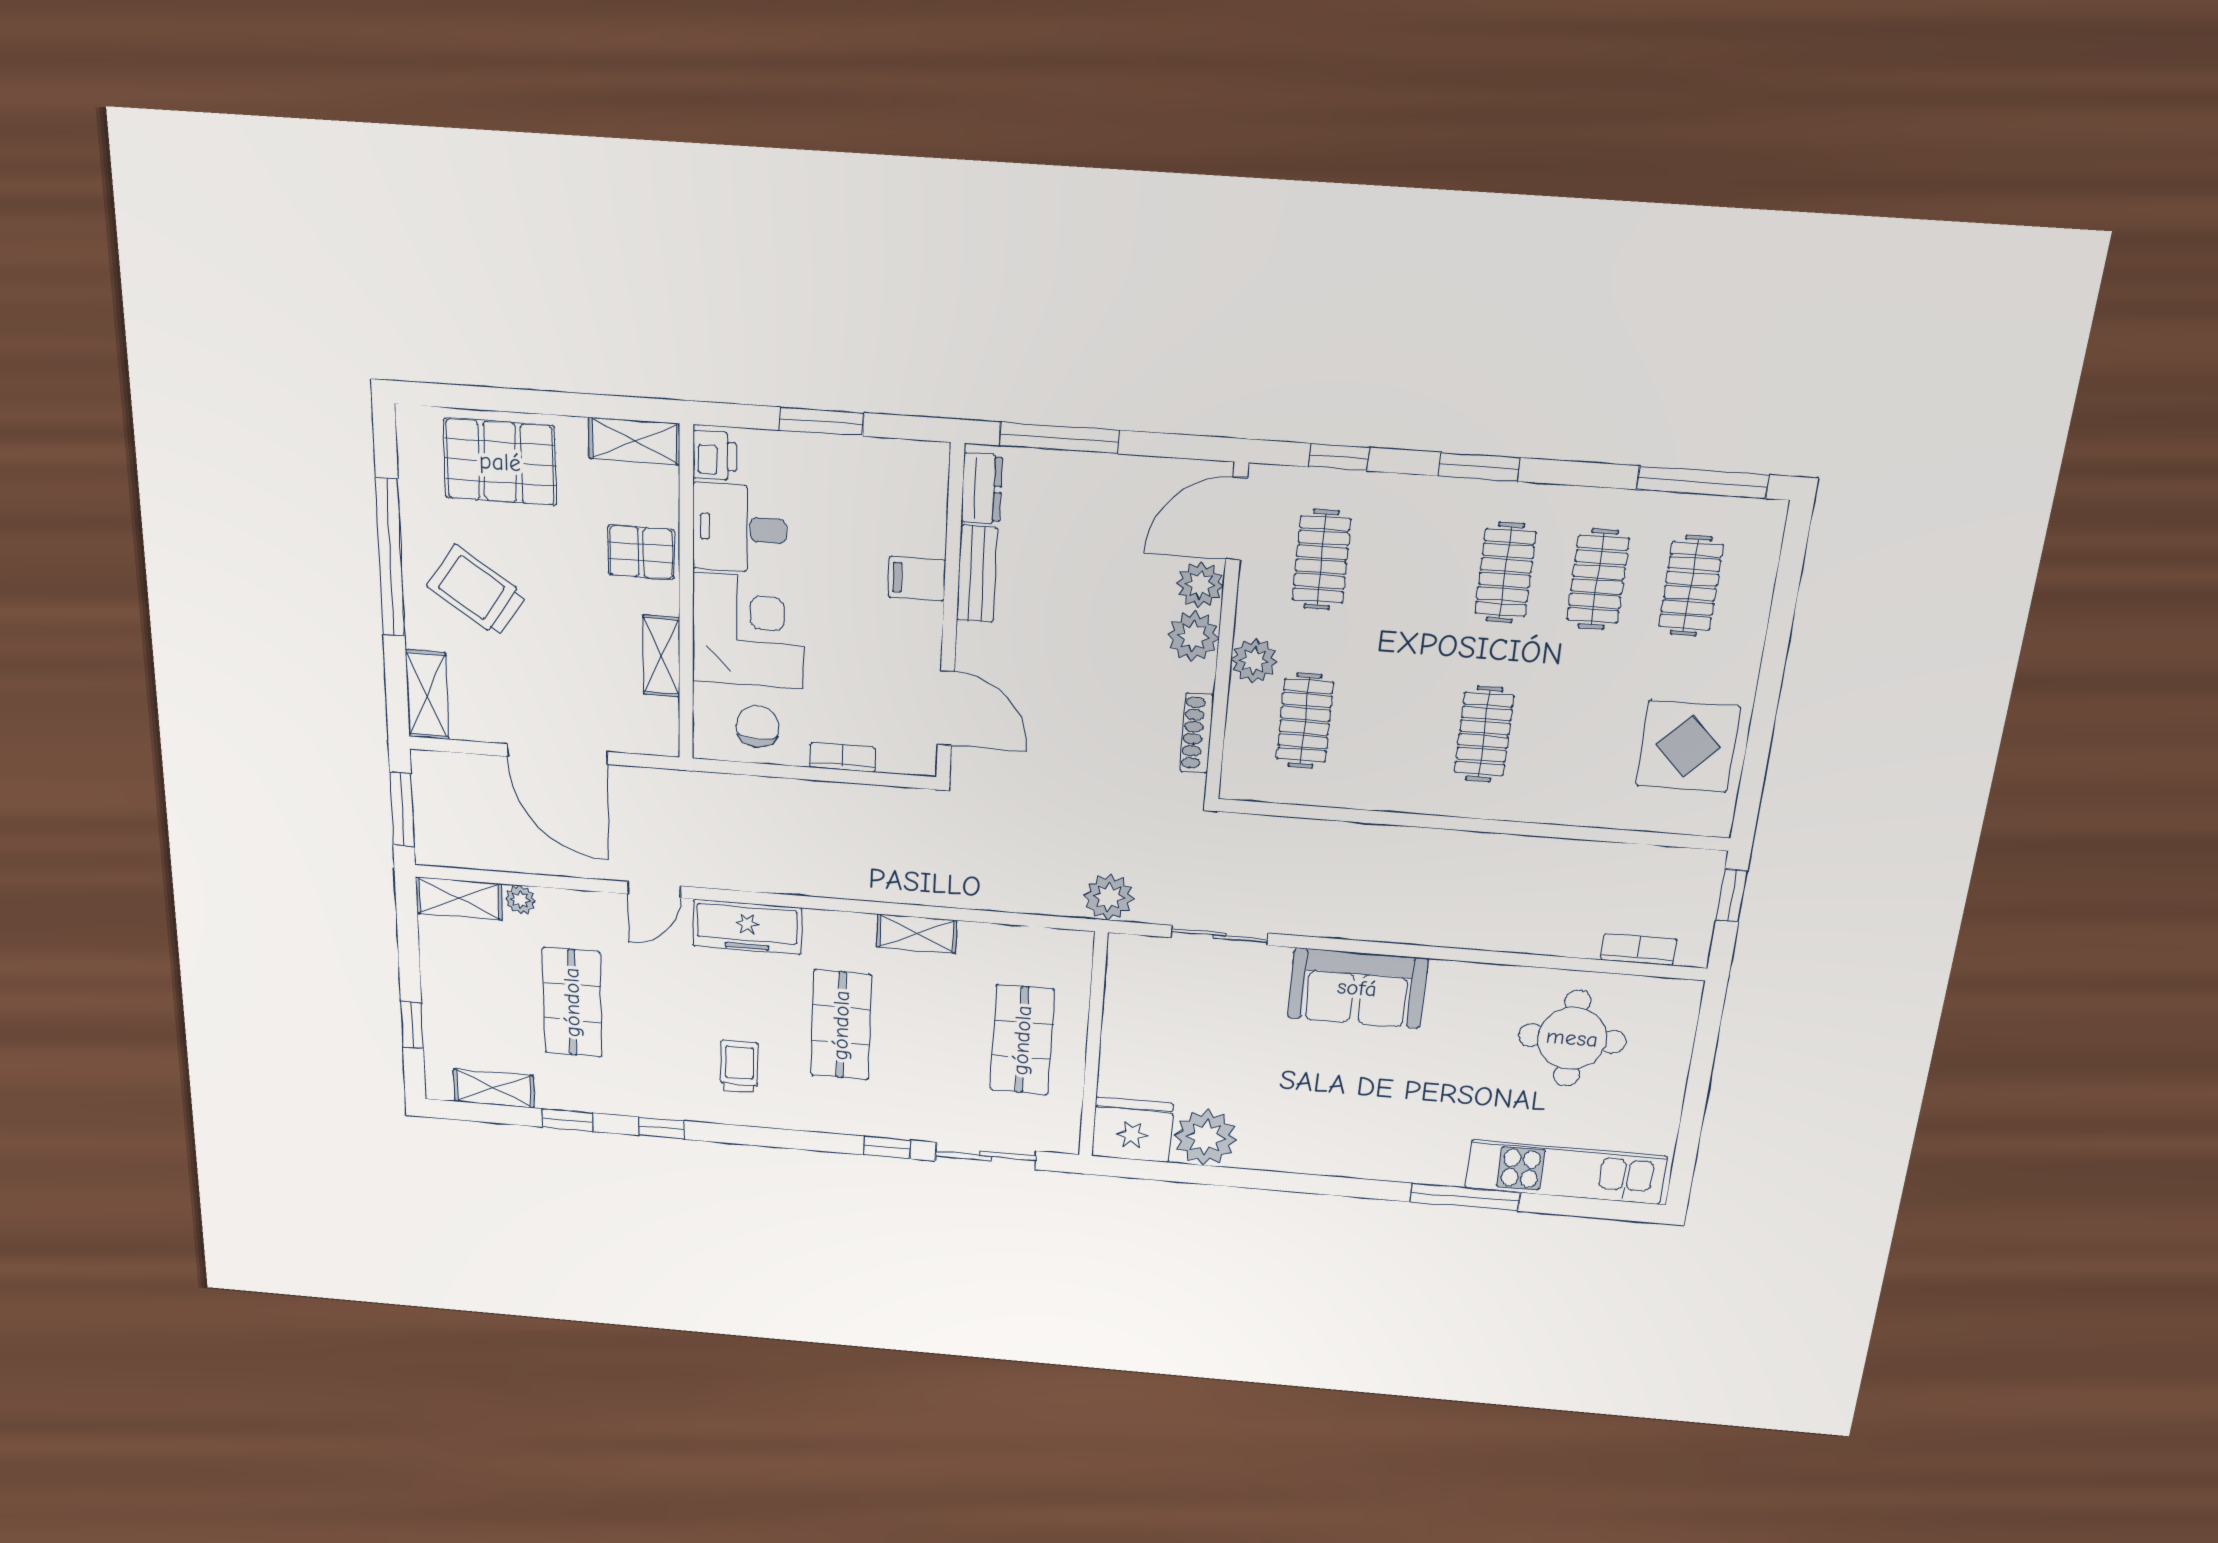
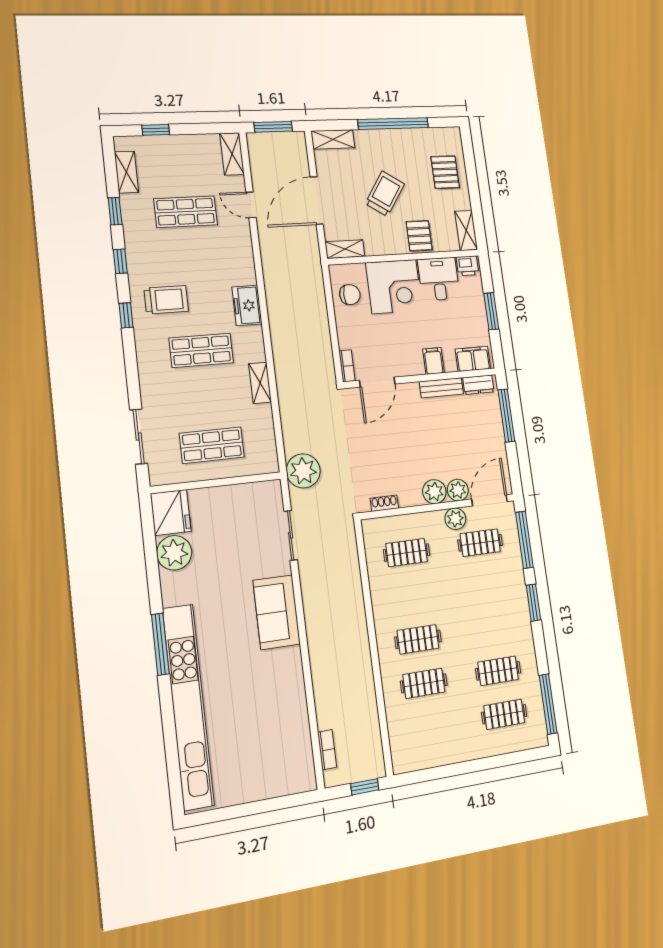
window: (1339, 457) -> (524, 540), width x2.17
pallet: (500, 462) -> (445, 172), width x0.67, depth x0.71
filing cabinet: (923, 489) -> (473, 359), added
door: (1236, 519) -> (489, 500), hinge flipped
clothes rail: (1505, 573) -> (424, 683), moved
trolley: (477, 591) -> (385, 194), moved
shelving: (661, 656) -> (345, 249), moved
plant: (1254, 661) -> (455, 519), moved
shoe rack: (1197, 733) -> (384, 503), width x0.70
display table: (1688, 746) -> (433, 739), removed
bookcase: (842, 757) -> (347, 366), moved
door: (654, 890) -> (251, 205), moved
plant: (1109, 897) -> (303, 471), width x1.36, depth x1.36
plant: (520, 900) -> (237, 184), removed
freezer: (747, 927) -> (247, 306), width x0.71
round table: (1572, 1038) -> (272, 732), removed
trolley: (739, 1066) -> (166, 300), width x1.36, depth x1.39
window: (887, 1148) -> (126, 315), moved
kitchen unit: (1565, 1172) -> (188, 706), width x1.86
window: (1465, 1197) -> (160, 644), moved

